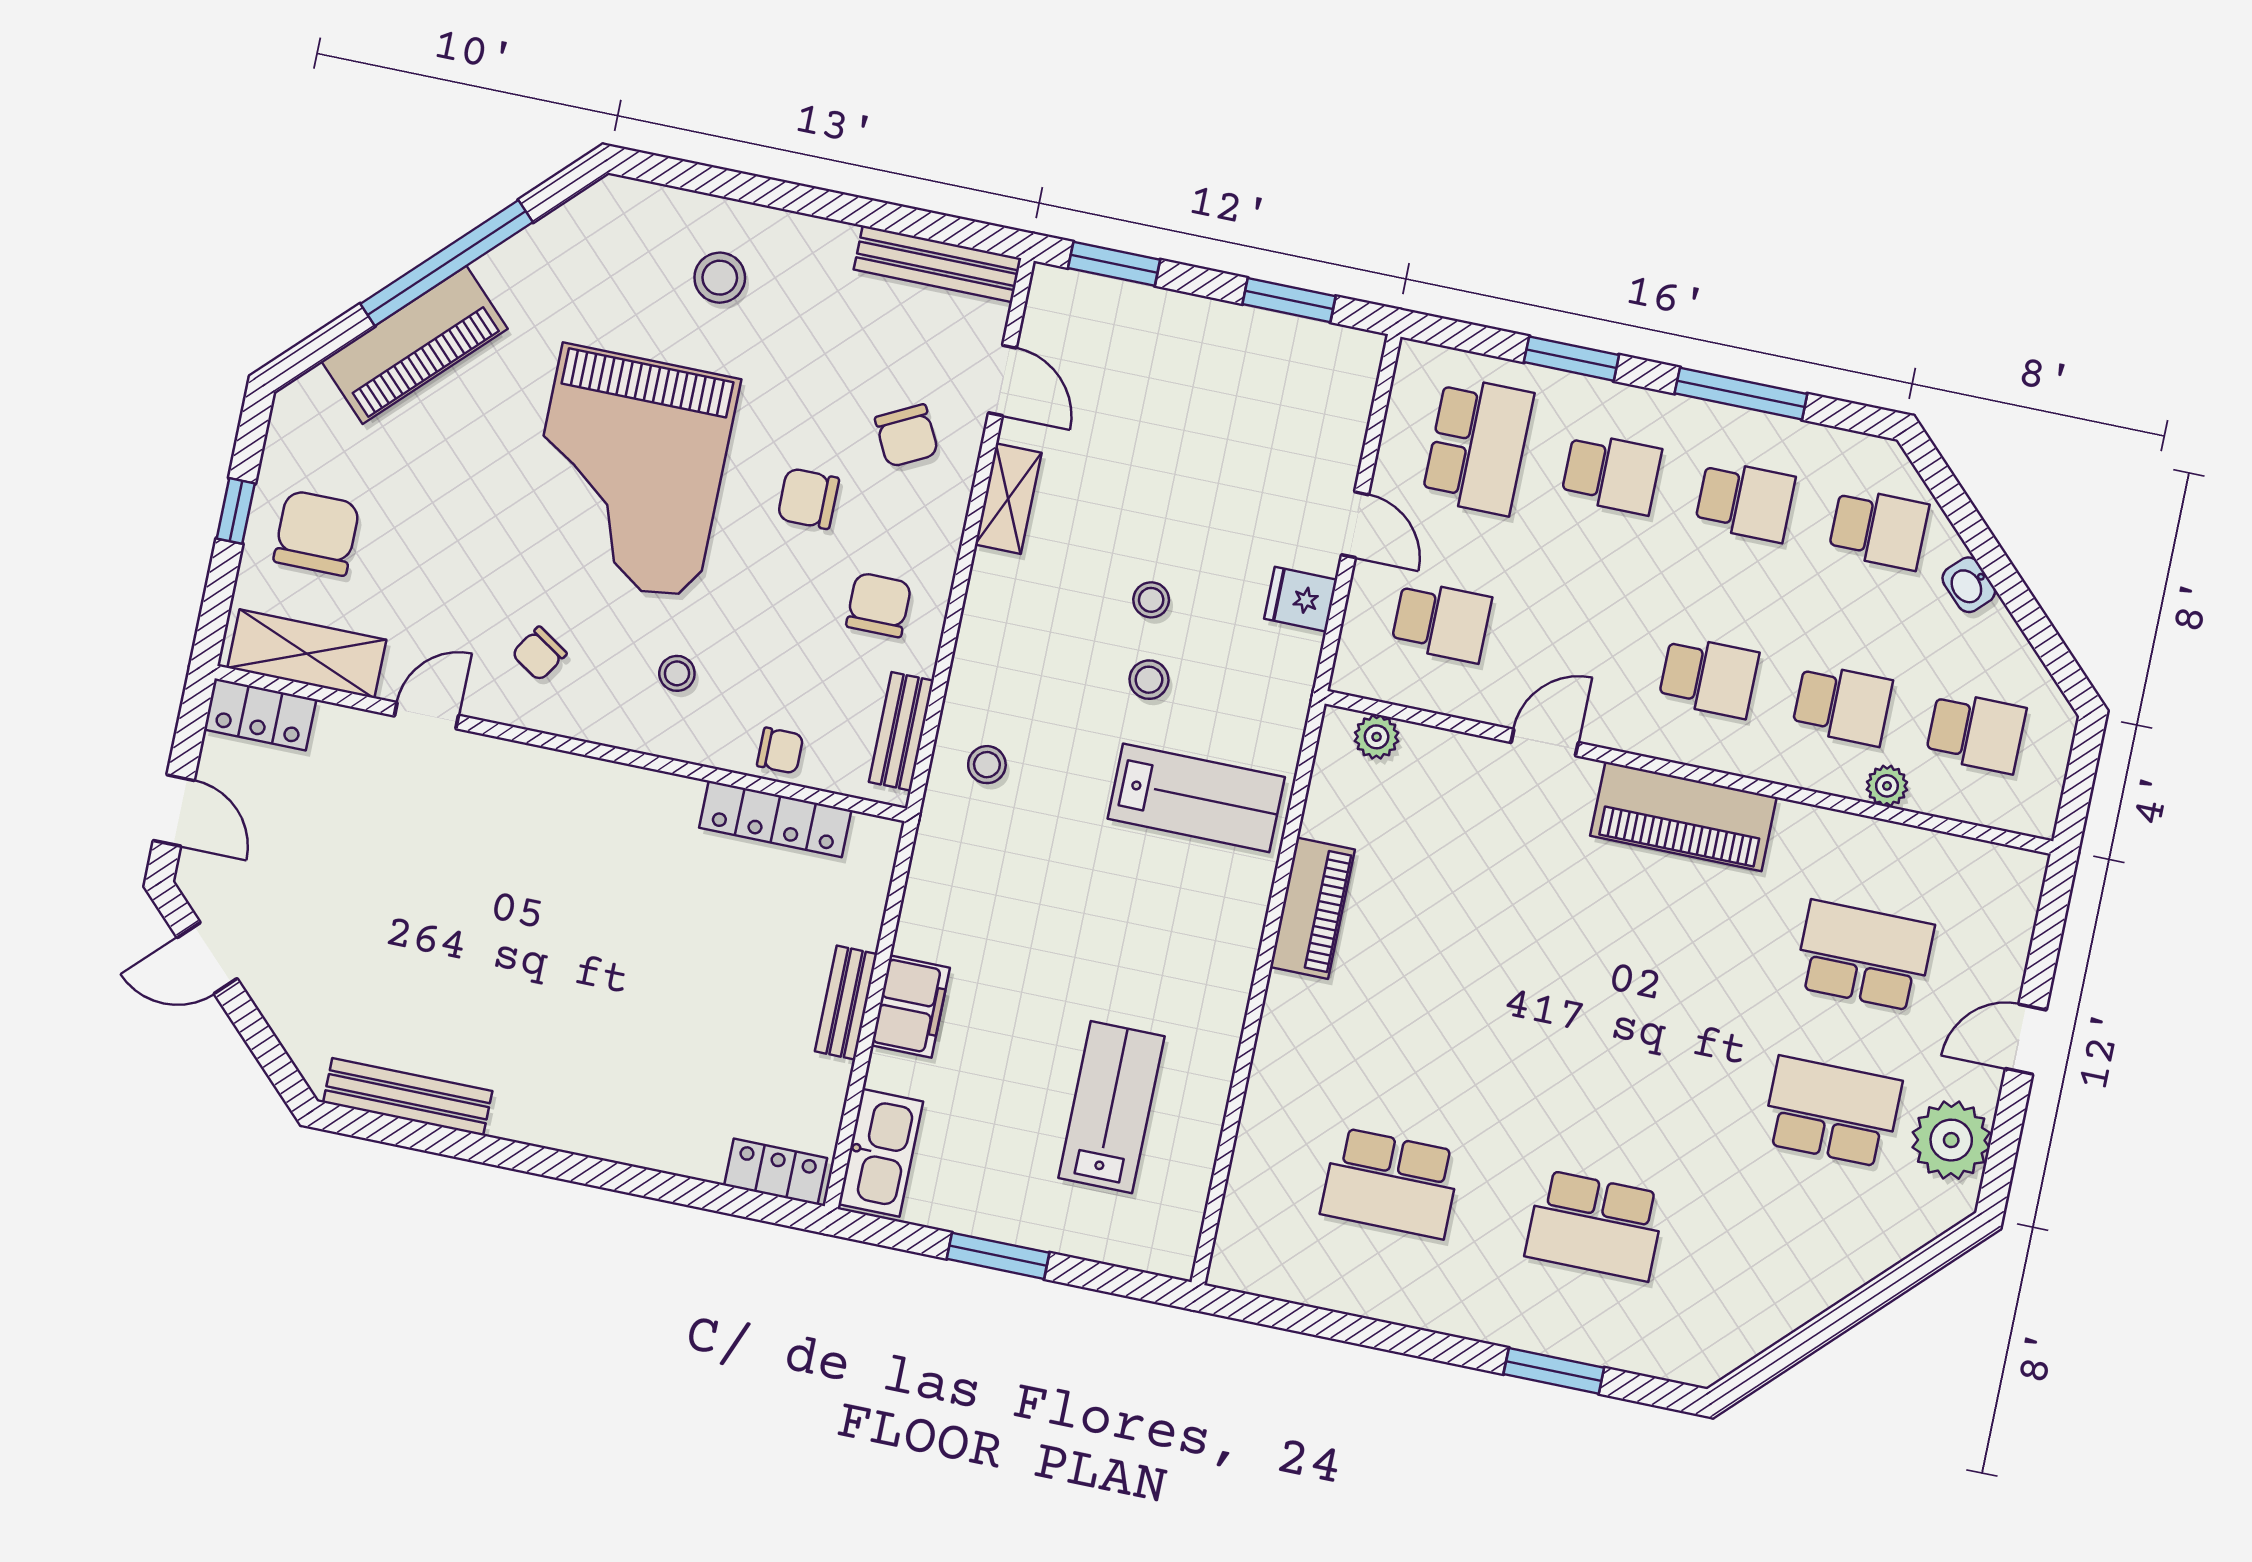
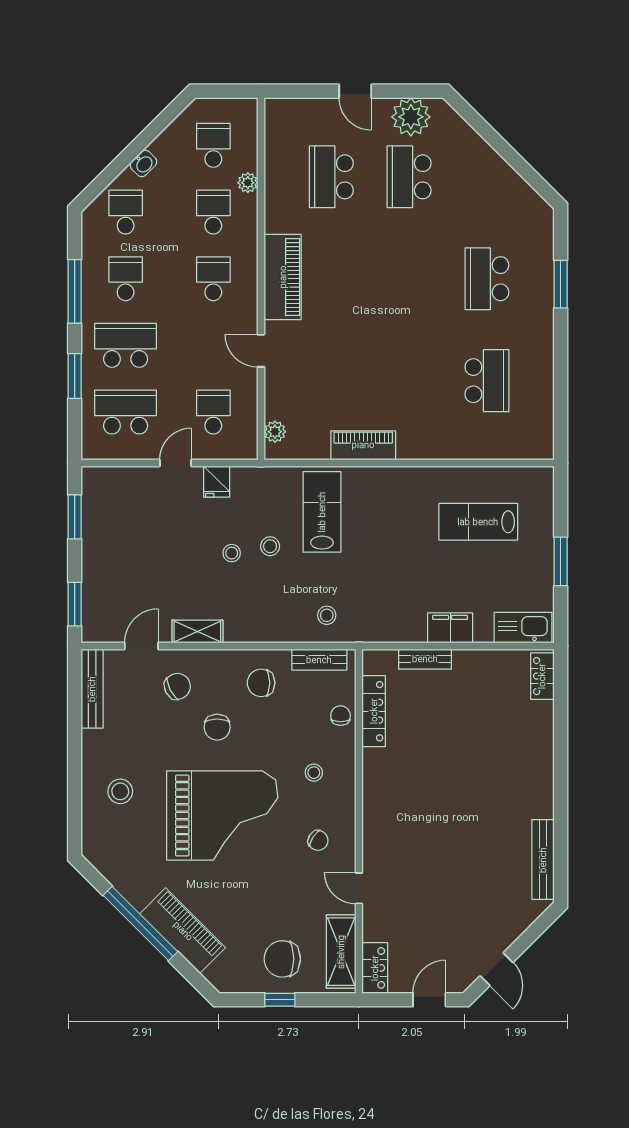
school desk: (1611, 473) -> (126, 345), width x1.85
bench: (846, 1003) -> (425, 659), moved
school desk: (1595, 1225) -> (487, 279), turned 180

